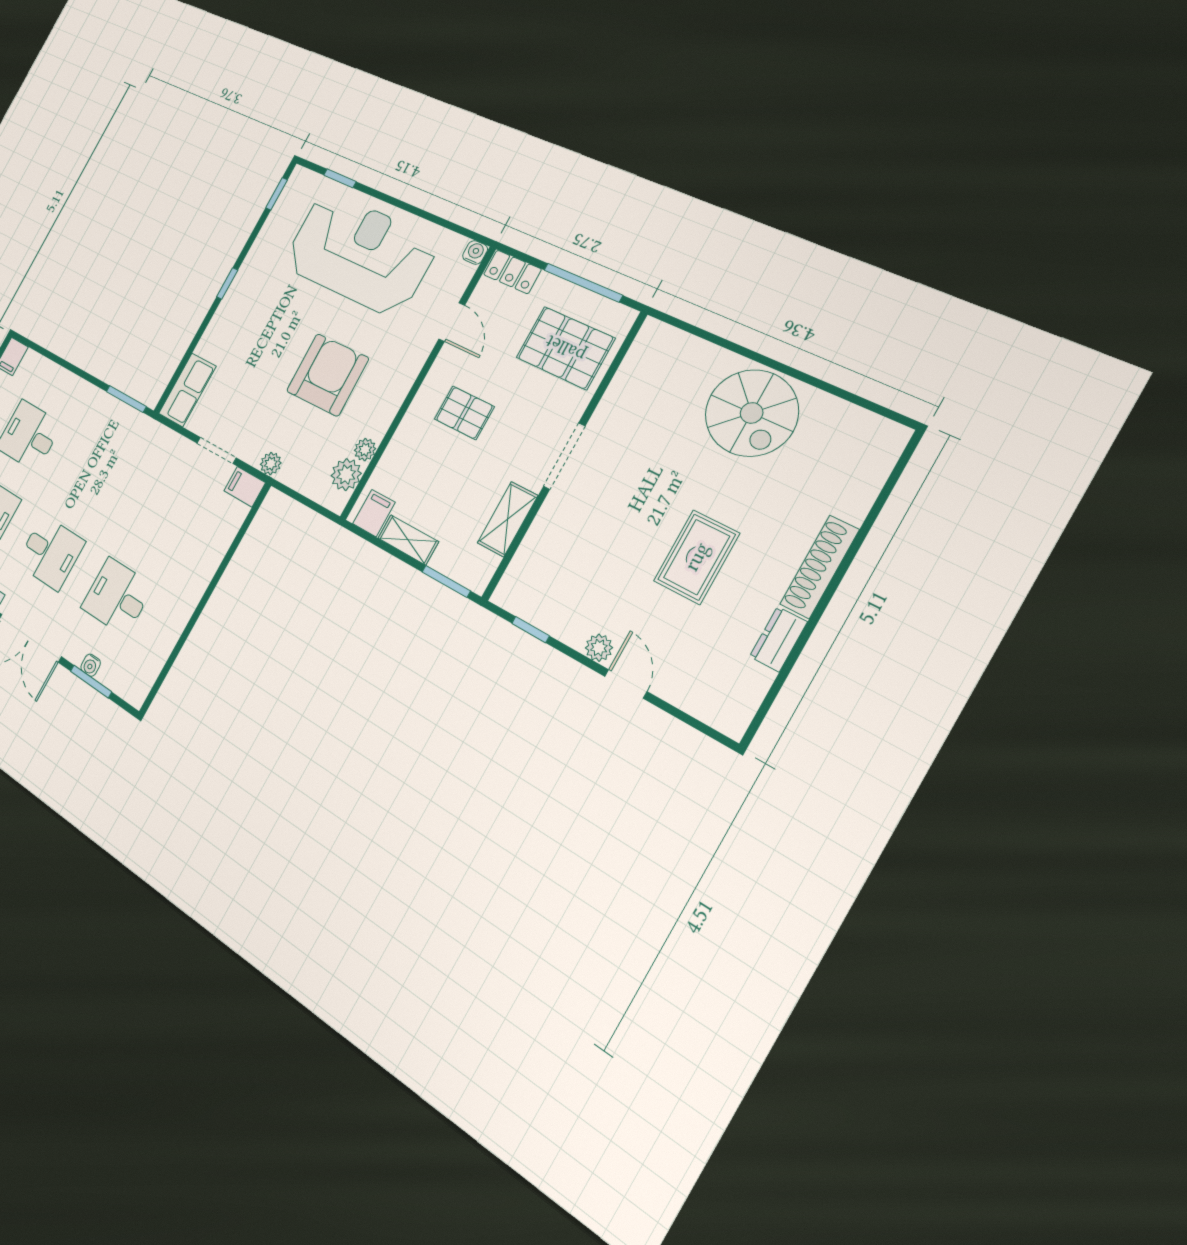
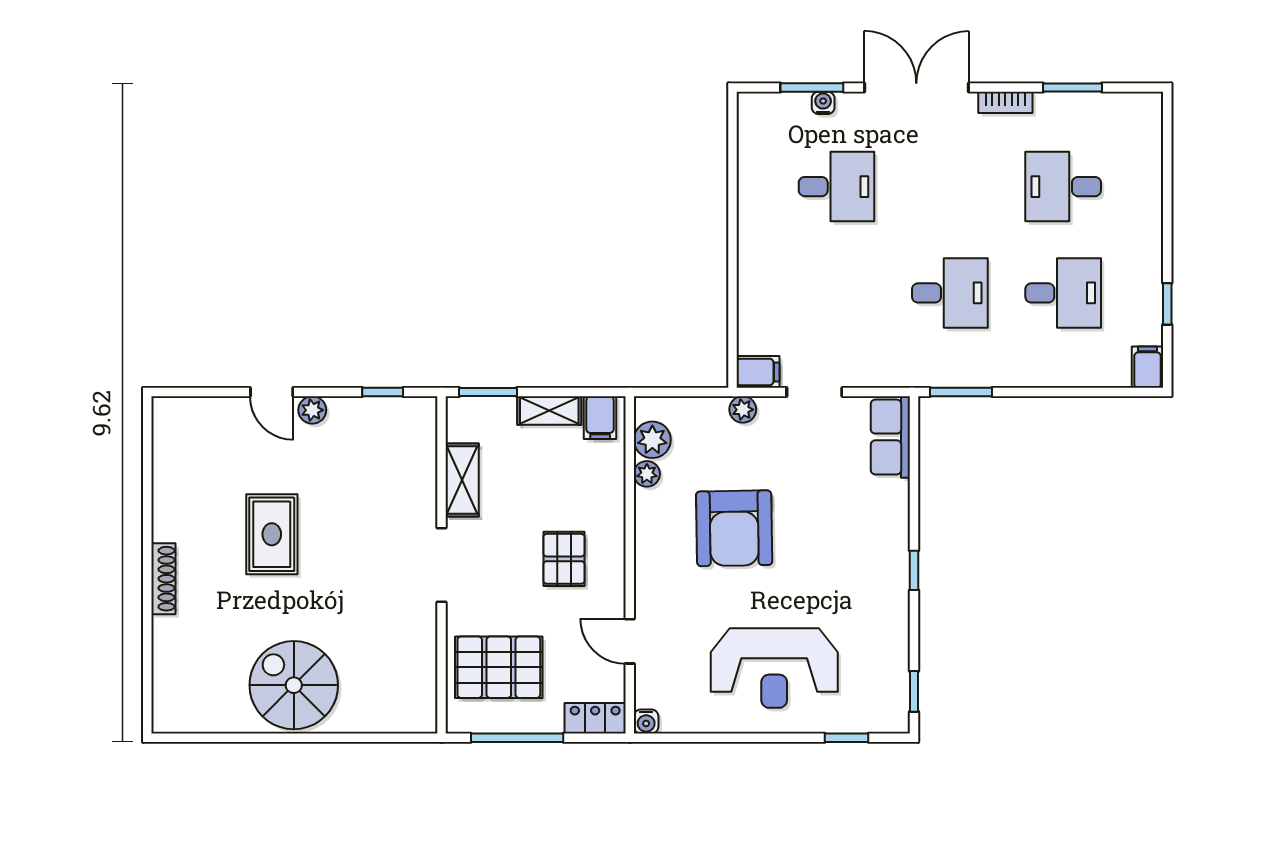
reception desk: (360, 253) -> (774, 668), width x0.74, depth x0.77
pallet: (464, 413) -> (564, 559), turned 90
desk: (50, 553) -> (950, 293), moved, turned 180
shoe rack: (819, 567) -> (163, 579), width x0.74, depth x0.81
dresser: (778, 639) -> (167, 500), removed

